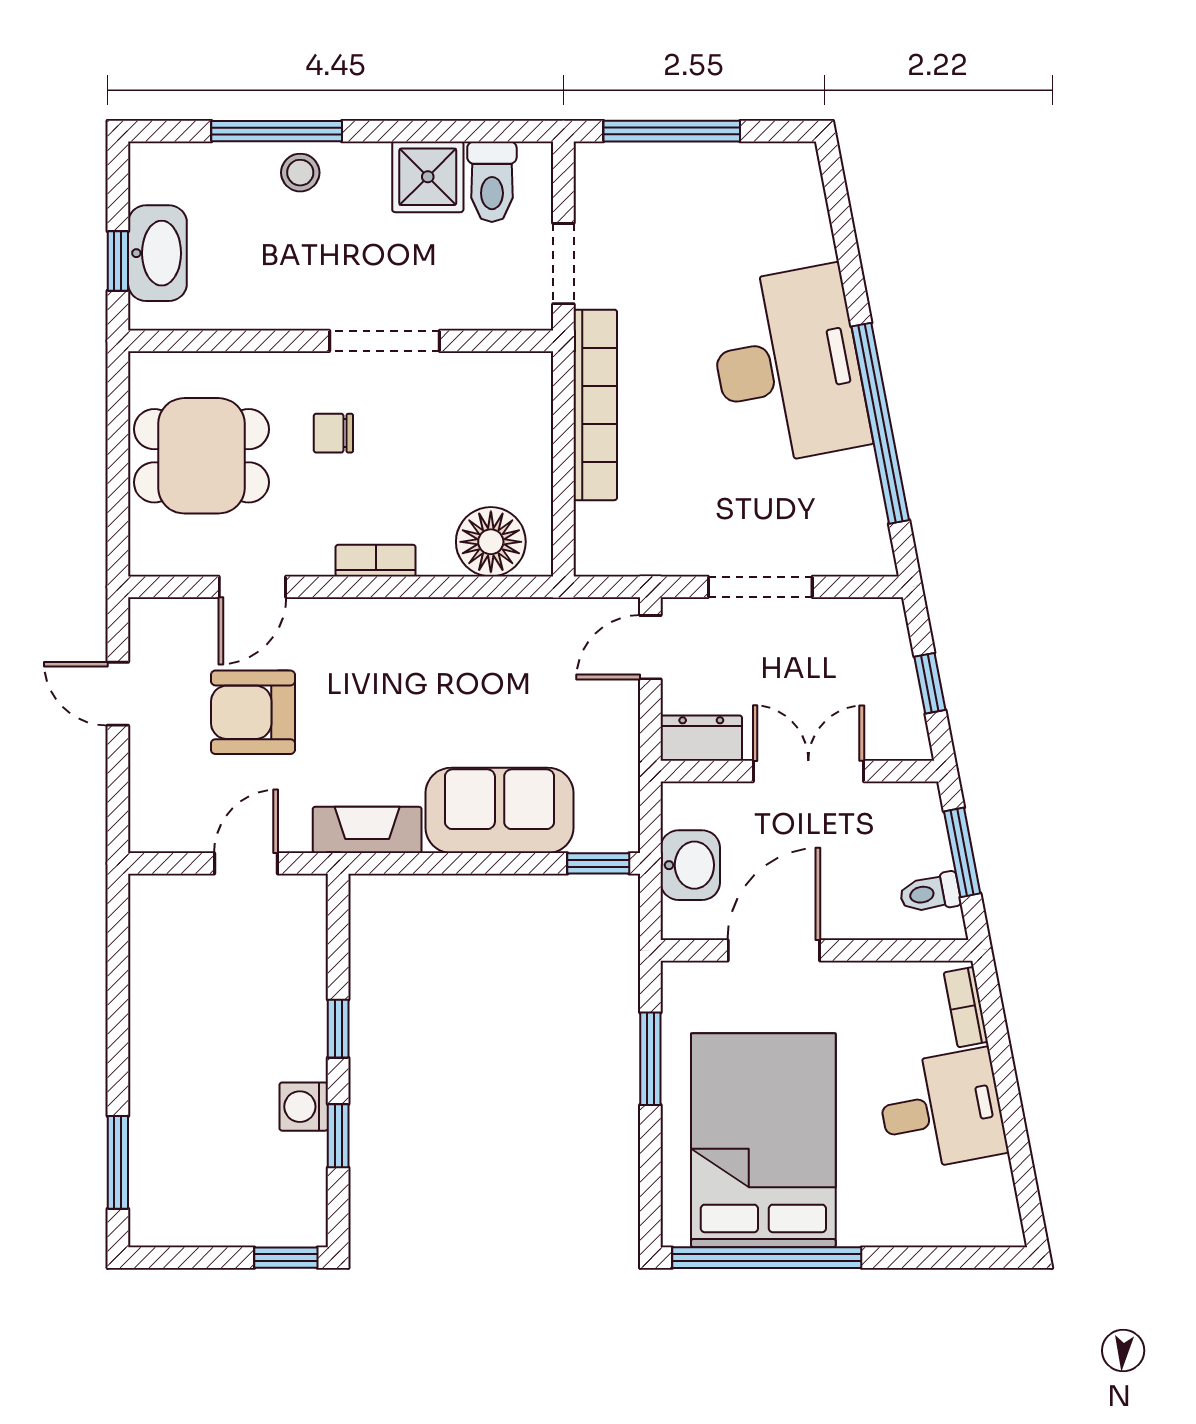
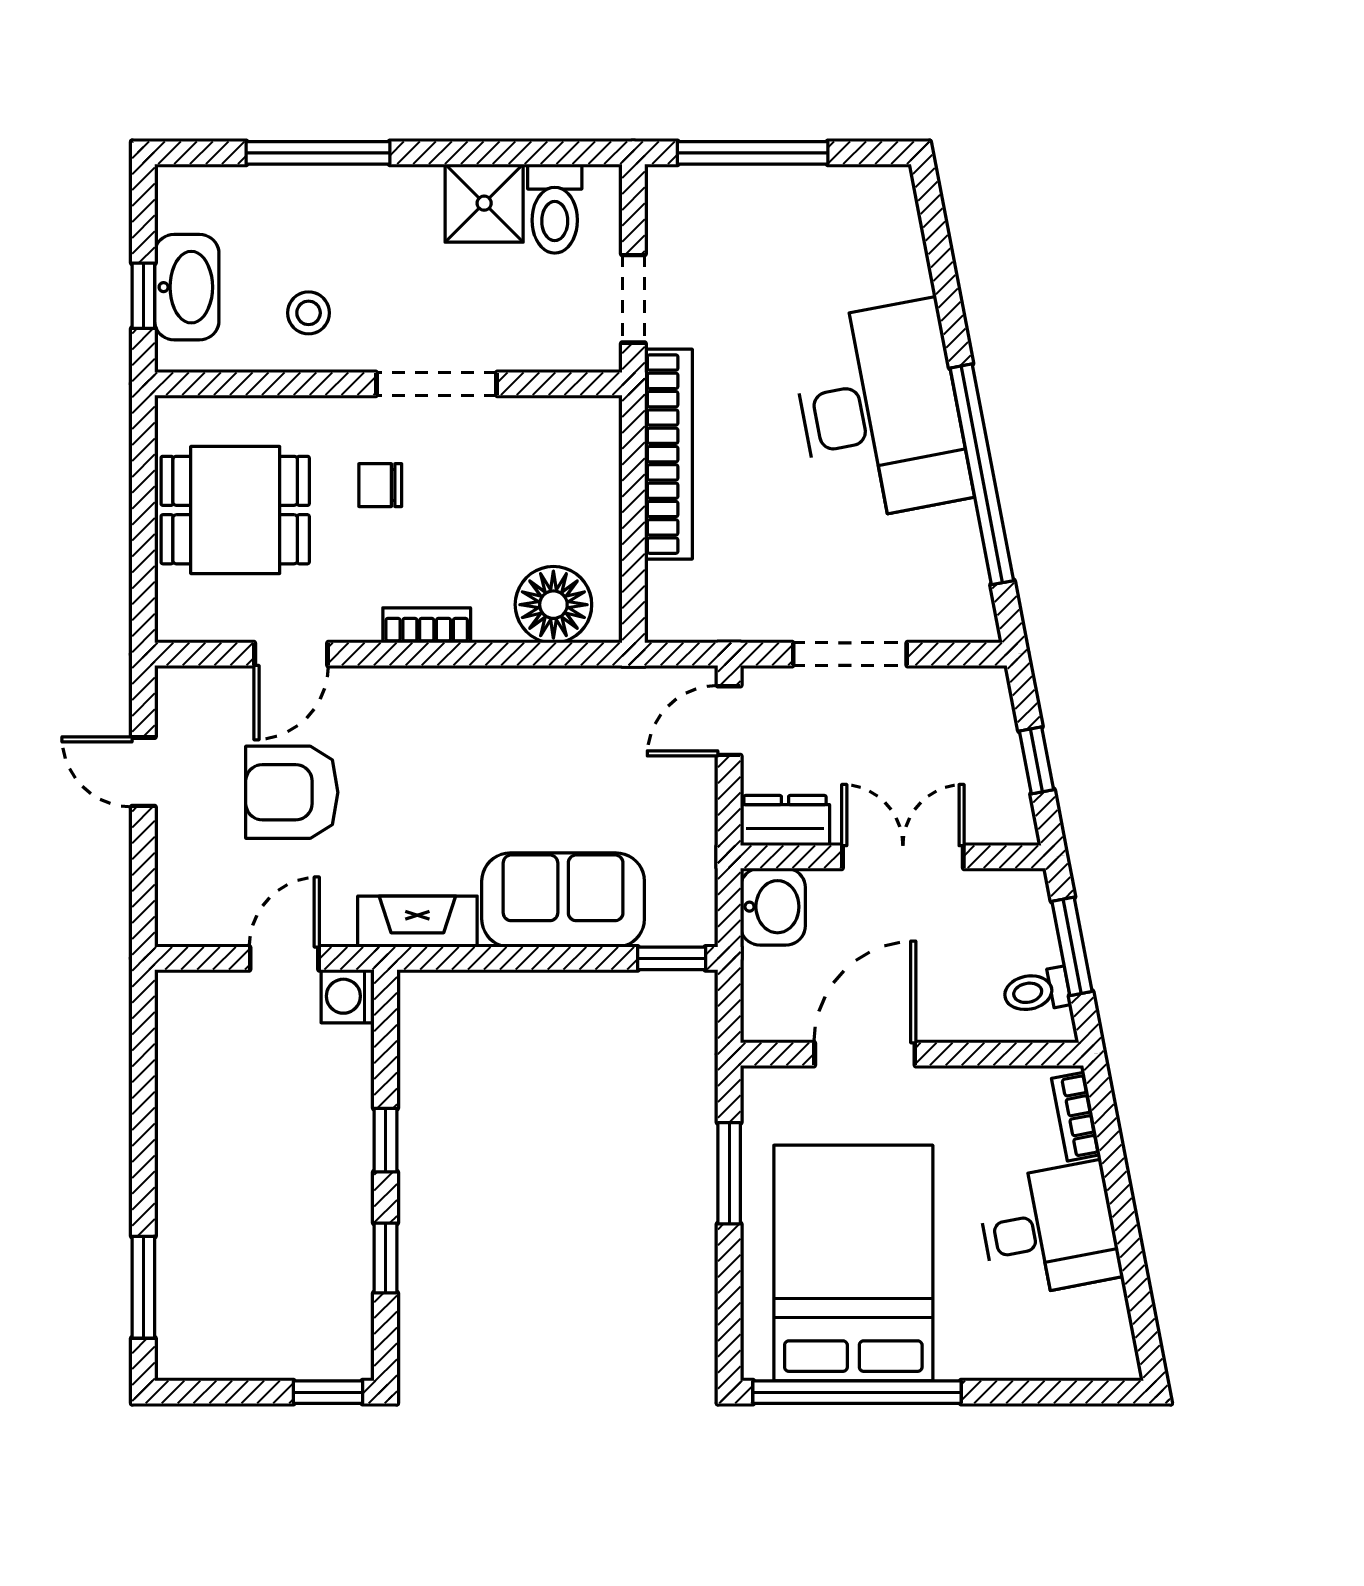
stool: (300, 173) -> (309, 313), moved
washbasin: (690, 865) -> (773, 907), moved
washing machine: (304, 1107) -> (348, 996), moved

